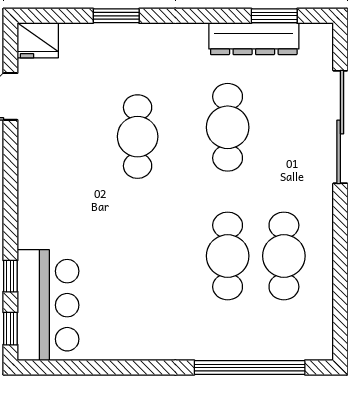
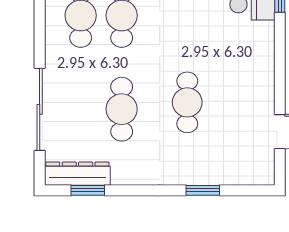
dresser: (254, 39) -> (77, 174), moved
fridge: (38, 40) -> (260, 172), removed

